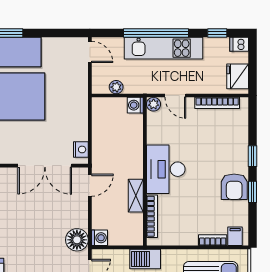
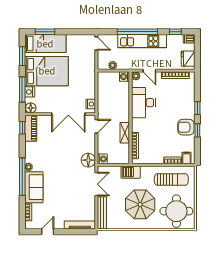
desk: (166, 169) -> (143, 103), moved
armchair: (234, 187) -> (186, 127), turned 90

